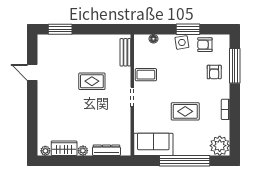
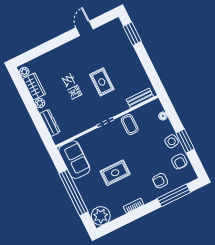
armchair: (205, 45) -> (179, 162), turned 180
rug: (185, 111) -> (115, 173), turned 90

